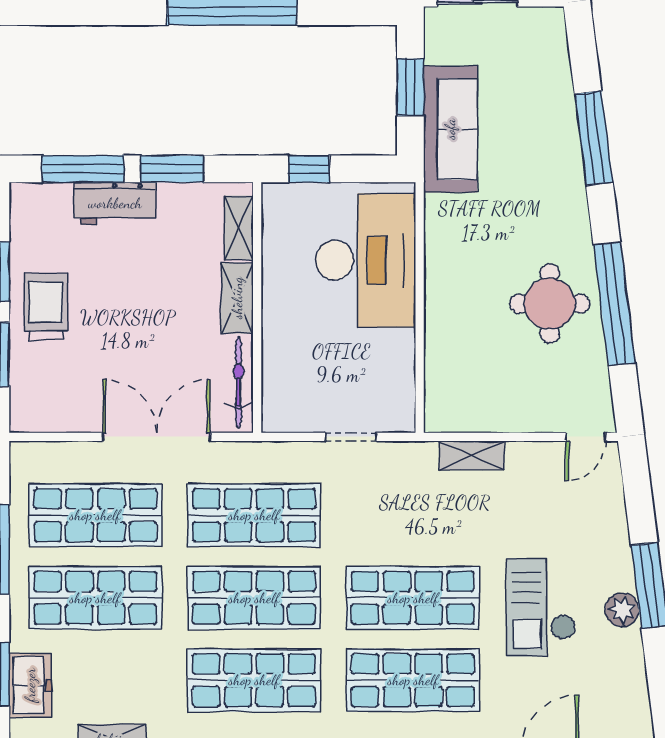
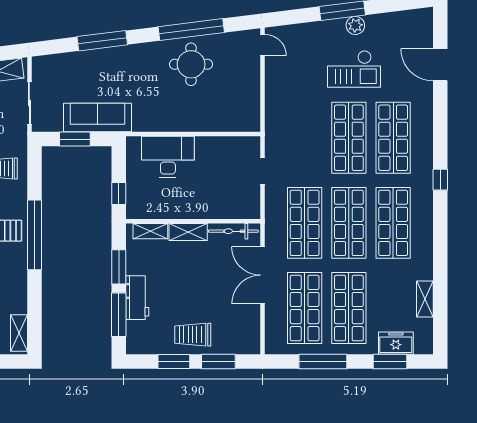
desk: (366, 260) -> (168, 157), width x0.73, depth x0.77
shelving: (472, 455) -> (272, 106), removed

